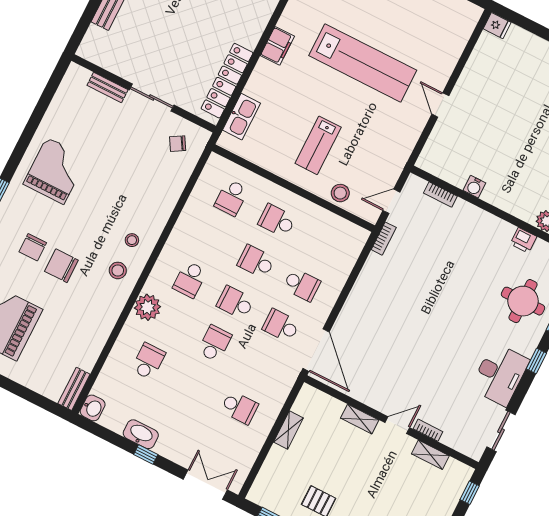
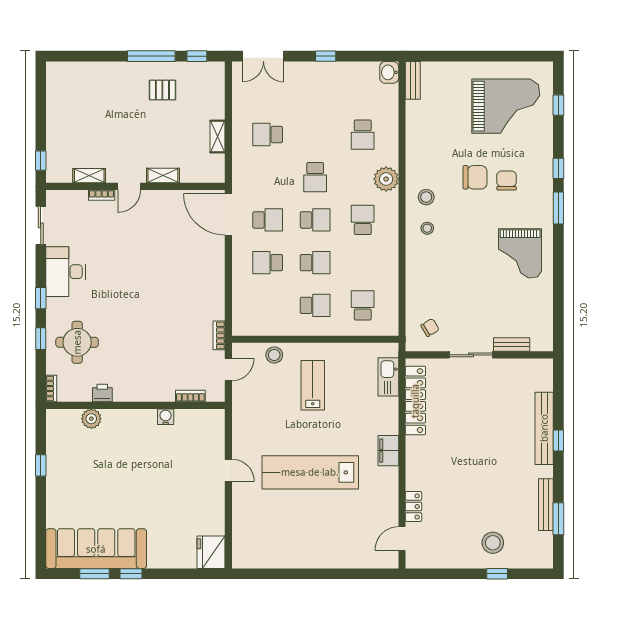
fridge: (497, 26) -> (211, 552), width x1.88, depth x1.34
washbasin: (141, 434) -> (338, 71), removed

